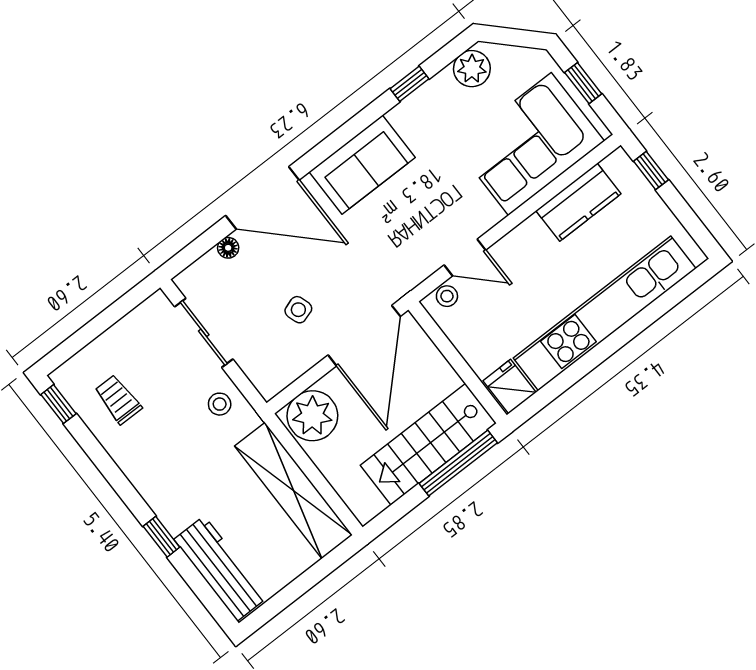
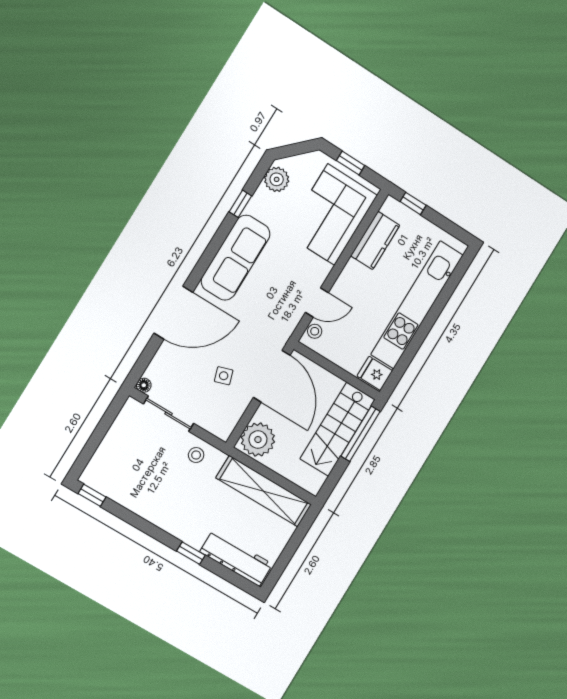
sofa: (362, 165) -> (236, 258), width x1.36
floor lamp: (228, 248) -> (144, 385), moved
trolley: (118, 399) -> (130, 477), removed

